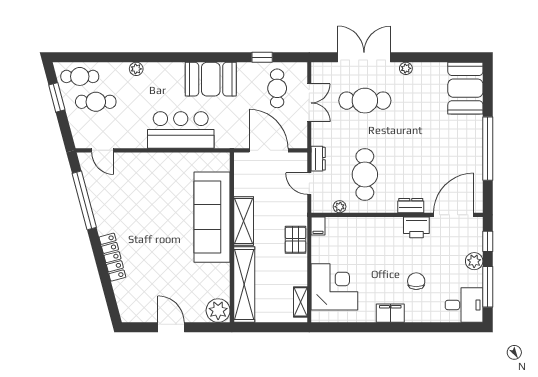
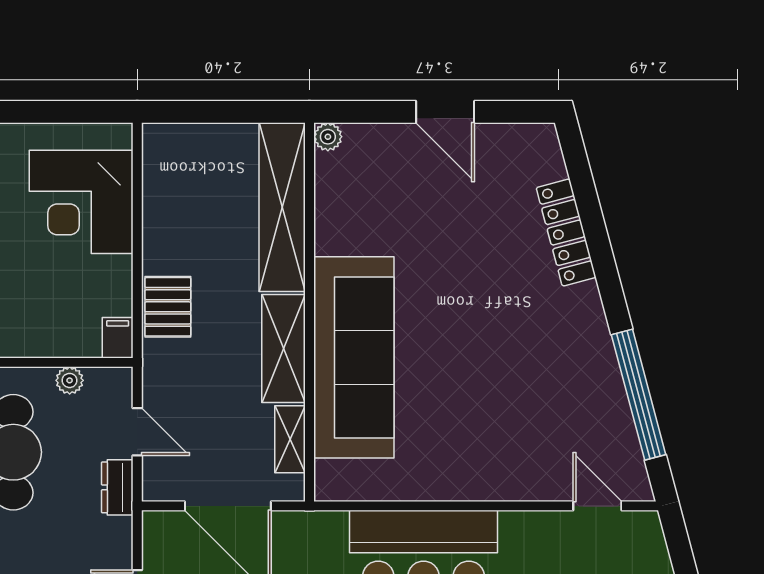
locker: (112, 257) -> (566, 233), moved
shelving: (300, 302) -> (290, 439), moved
plant: (218, 311) -> (328, 137), width x0.53, depth x0.53

